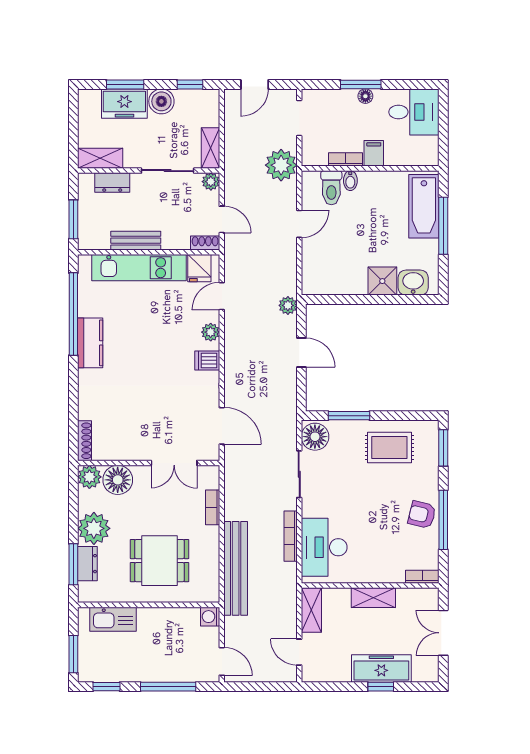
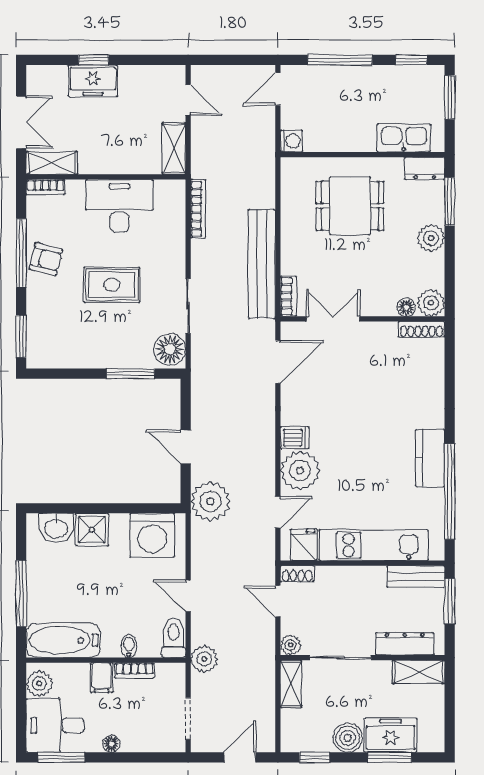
window: (361, 85) -> (61, 757), moved
plant: (428, 148) -> (39, 684), added
plant: (281, 165) -> (204, 659), width x0.73, depth x0.73
dresser: (112, 182) -> (405, 644), width x1.44
toilet: (331, 188) -> (174, 638), moved
bathtub: (424, 206) -> (63, 640), moved, turned -90
door: (299, 224) -> (188, 596), hinge flipped
bench: (136, 241) -> (416, 577), moved
washing machine: (330, 276) -> (152, 535), added
plant: (288, 305) -> (210, 501), width x1.88, depth x1.88
plant: (211, 332) -> (300, 470), width x1.88, depth x1.88
door: (222, 426) -> (278, 362), swing flipped
shoe rack: (85, 441) -> (421, 329), moved, turned -90
rug: (389, 448) -> (112, 285), moved
floor lamp: (118, 480) -> (406, 307), width x0.53, depth x0.53
bookcase: (213, 507) -> (288, 296), moved
plant: (94, 528) -> (431, 238), width x0.73, depth x0.73
bookcase: (291, 536) -> (198, 209), moved
desk: (324, 547) -> (119, 206), moved, turned -90
dresser: (87, 564) -> (425, 168), moved, turned -90
bench: (236, 568) -> (262, 264), moved
shelving: (373, 598) -> (52, 163), moved
door: (222, 661) -> (278, 89), hinge flipped
freezer: (381, 668) -> (93, 81), width x0.71

